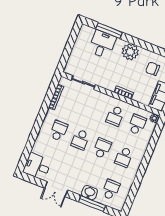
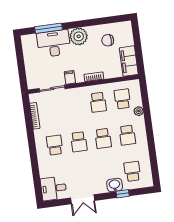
desk: (102, 44) -> (54, 44), width x1.37
filing cabinet: (103, 82) -> (70, 77), added
plant: (154, 118) -> (139, 111), moved
school desk: (102, 148) -> (103, 138), turned 180
window: (92, 204) -> (123, 194), width x0.46

